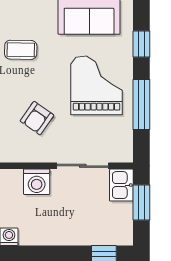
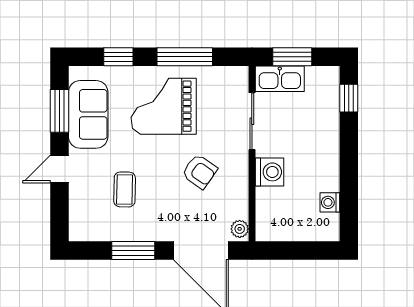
kitchen sink: (121, 185) -> (280, 79), width x1.38

